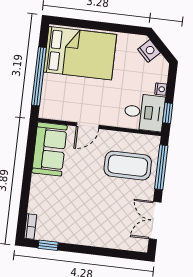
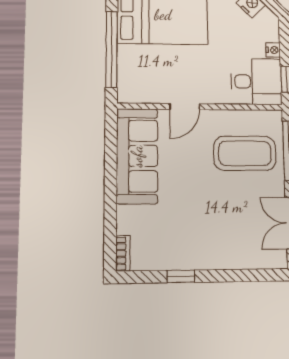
sofa: (50, 149) -> (137, 156), width x1.36
window: (48, 245) -> (181, 276), moved

